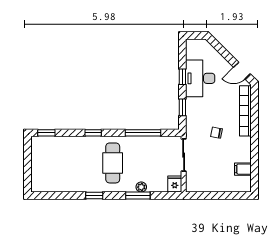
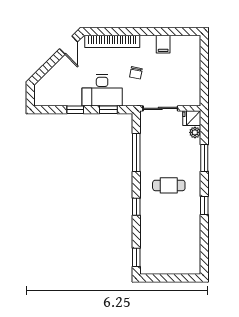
desk: (200, 78) -> (102, 90), moved
cafe table: (113, 163) -> (169, 185), width x0.73, depth x0.74
filing cabinet: (243, 169) -> (163, 44), moved
plant: (141, 187) -> (195, 132), moved

